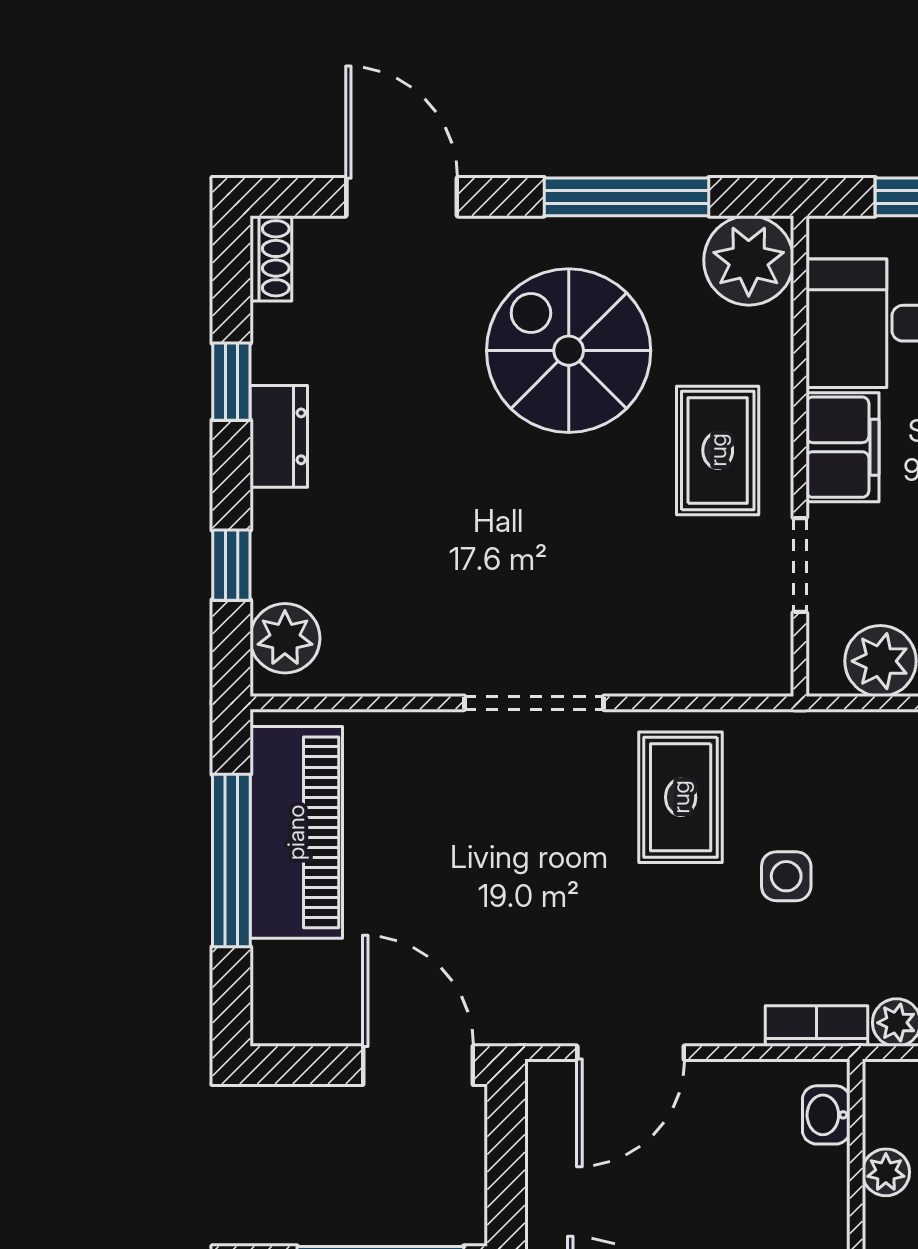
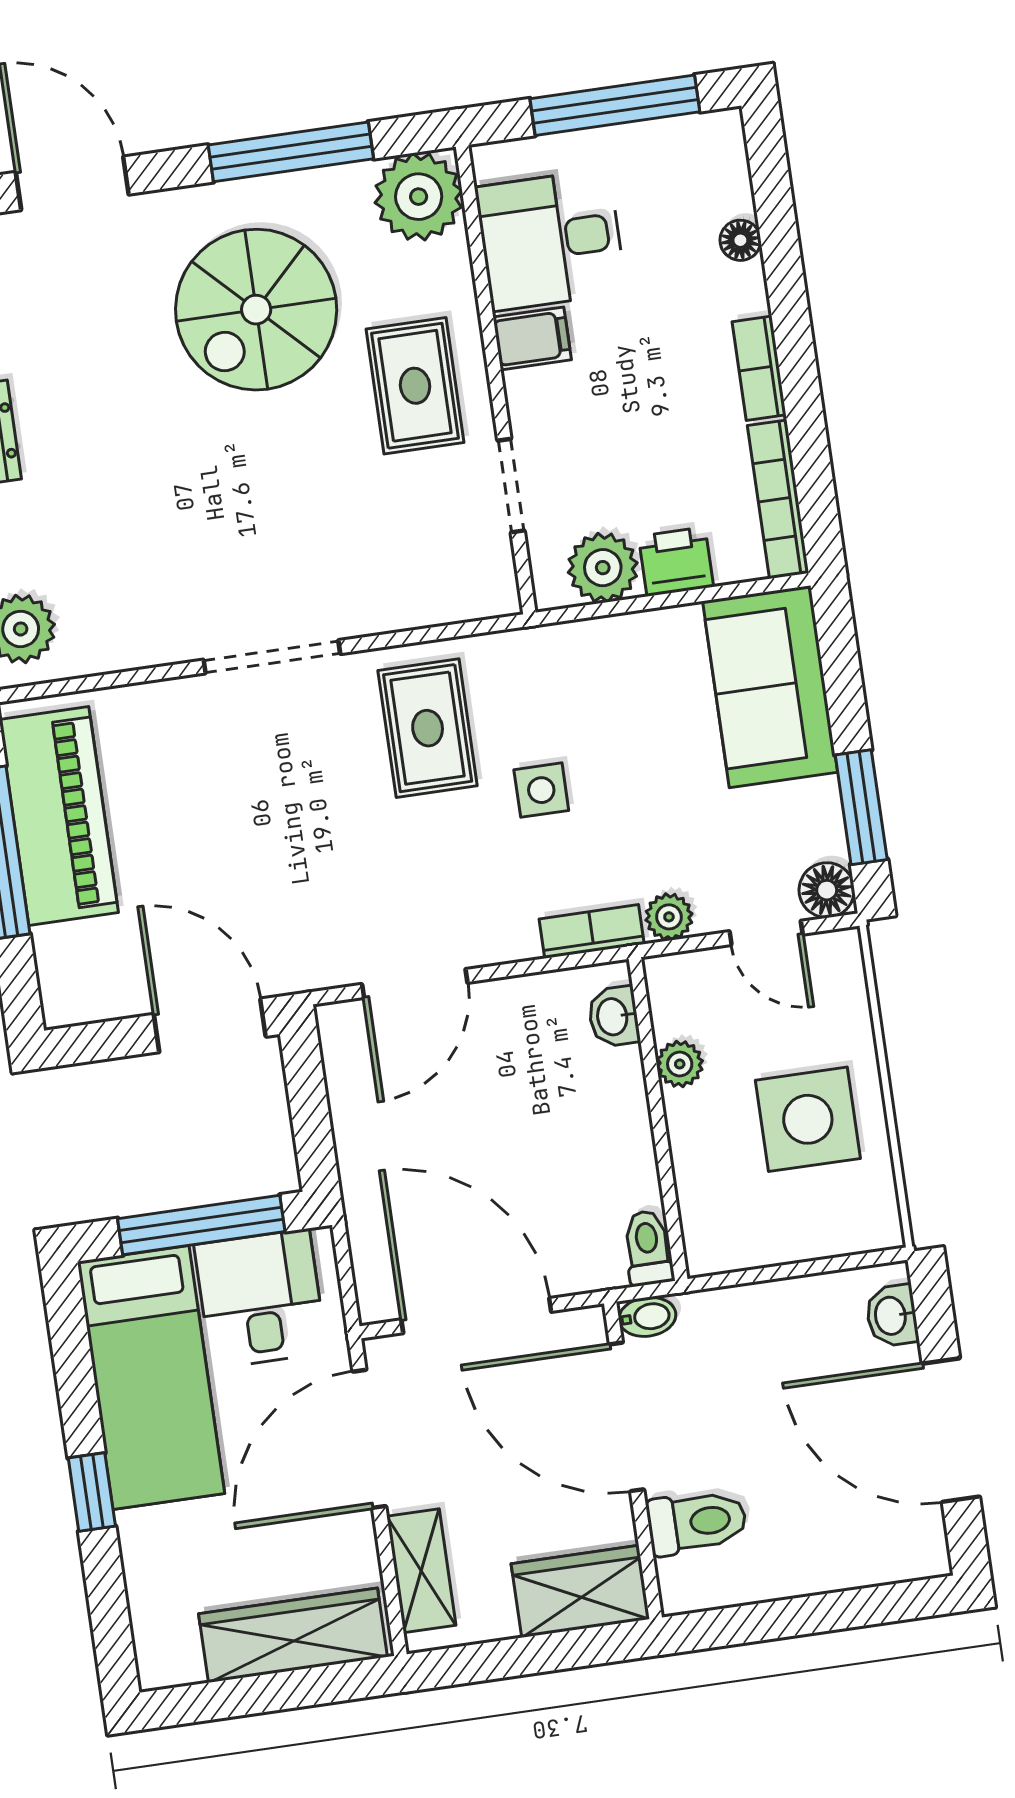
spiral stairs: (569, 351) -> (256, 310), turned -90
filing cabinet: (843, 447) -> (532, 338), width x0.50

